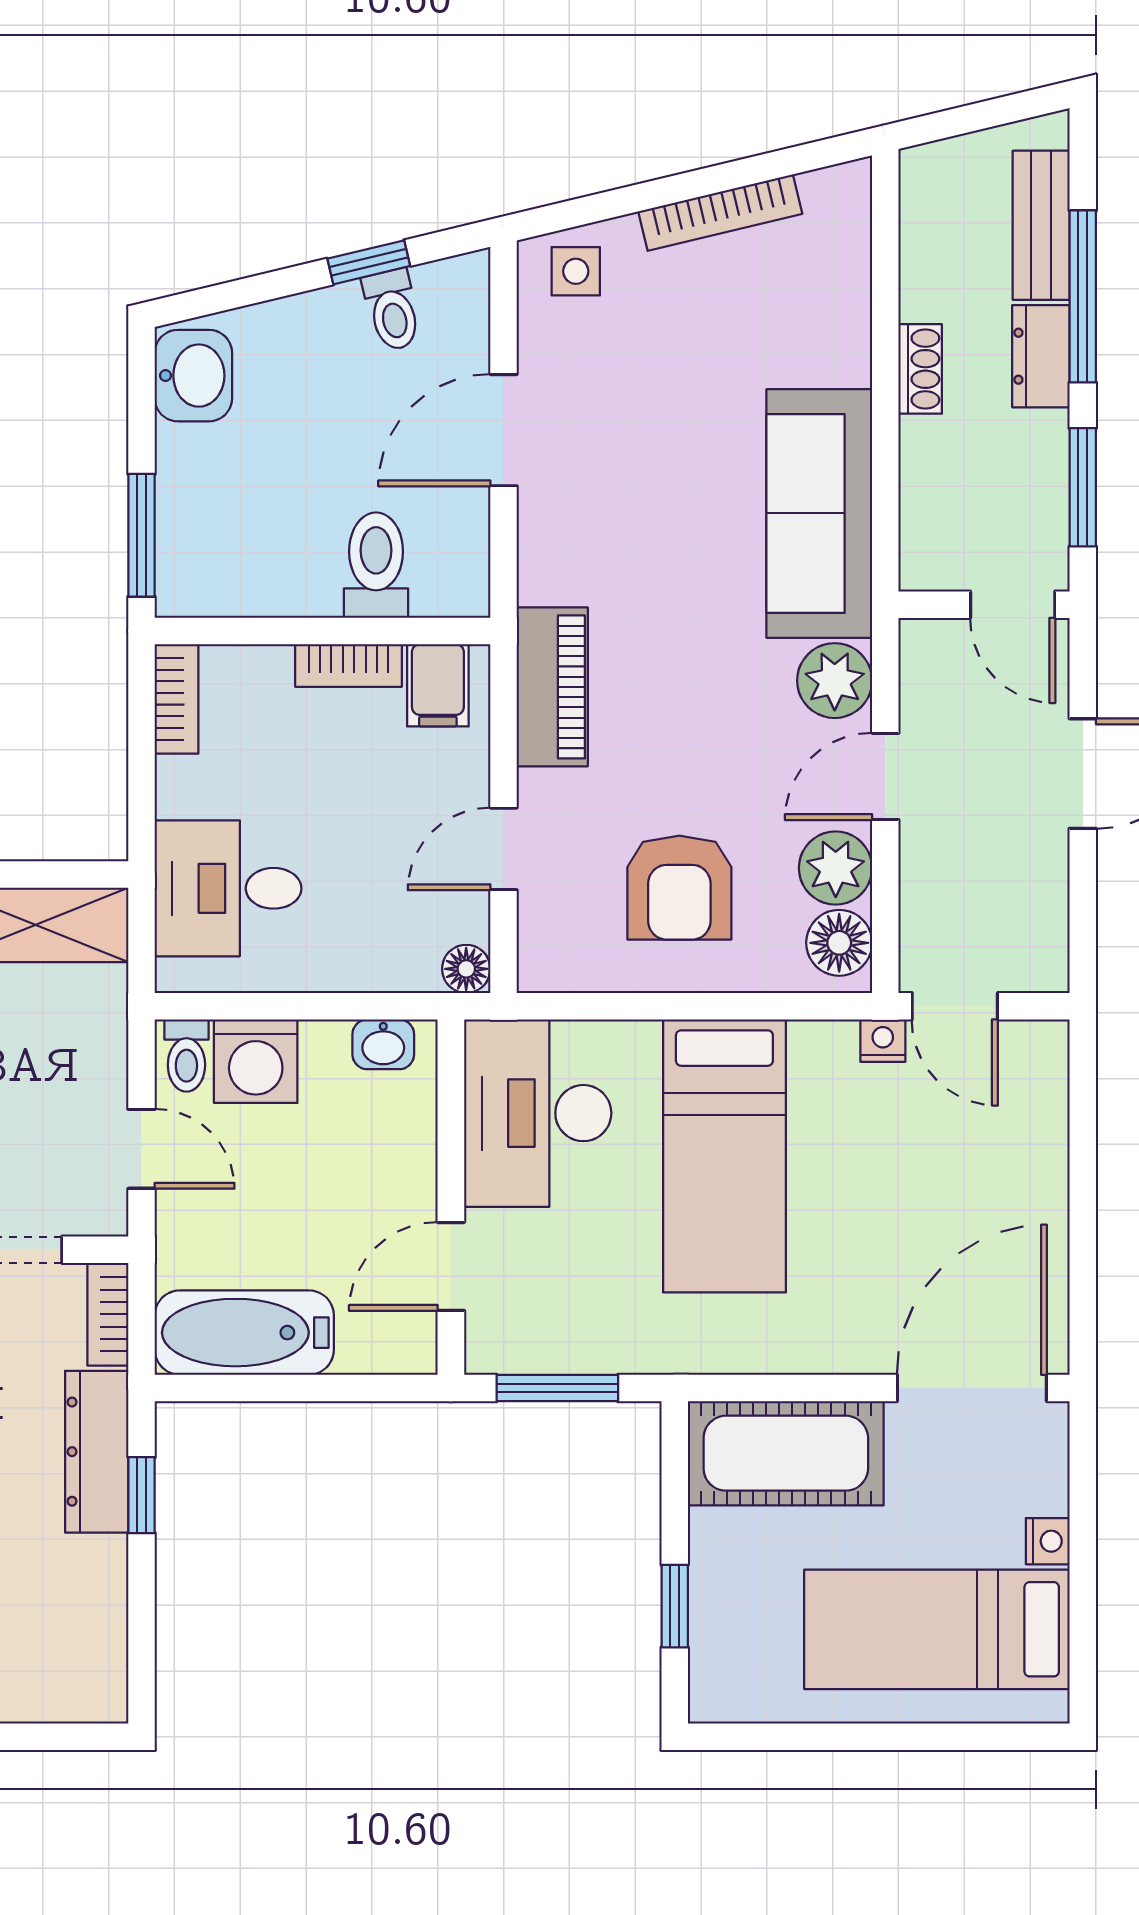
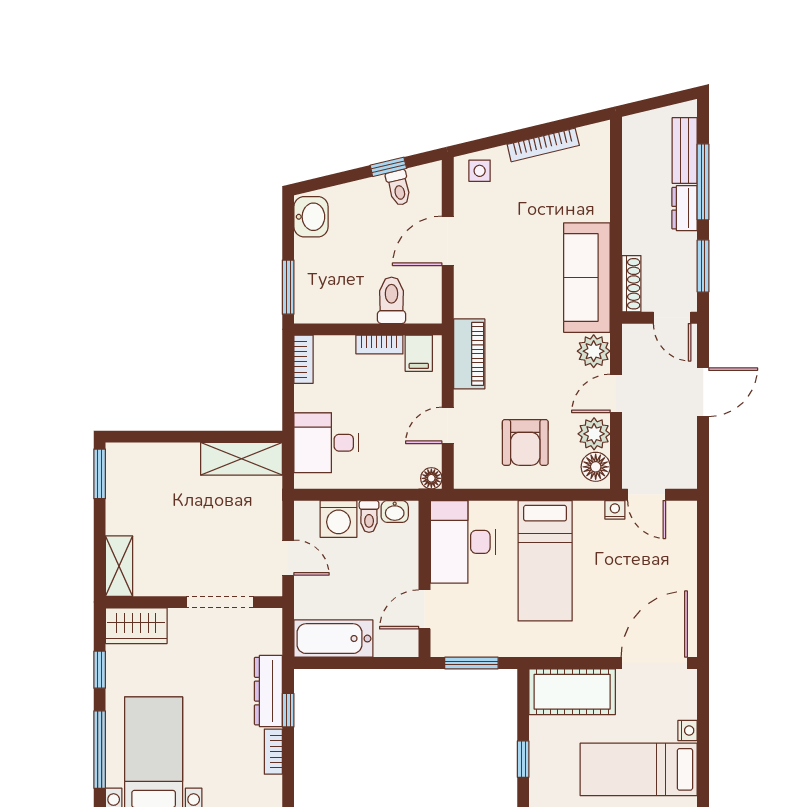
shoe rack: (920, 369) -> (631, 284), moved, width x1.43
toilet: (186, 1056) -> (369, 516), moved
bookcase: (108, 1314) -> (273, 752), moved

